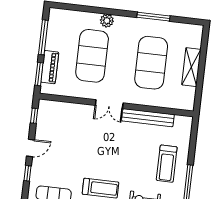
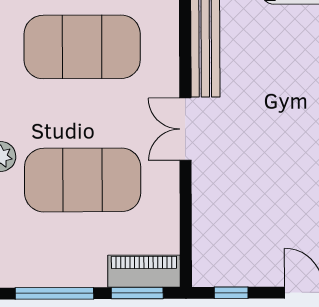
piano: (50, 67) -> (144, 271), moved
double door: (109, 104) -> (185, 129), swing flipped

